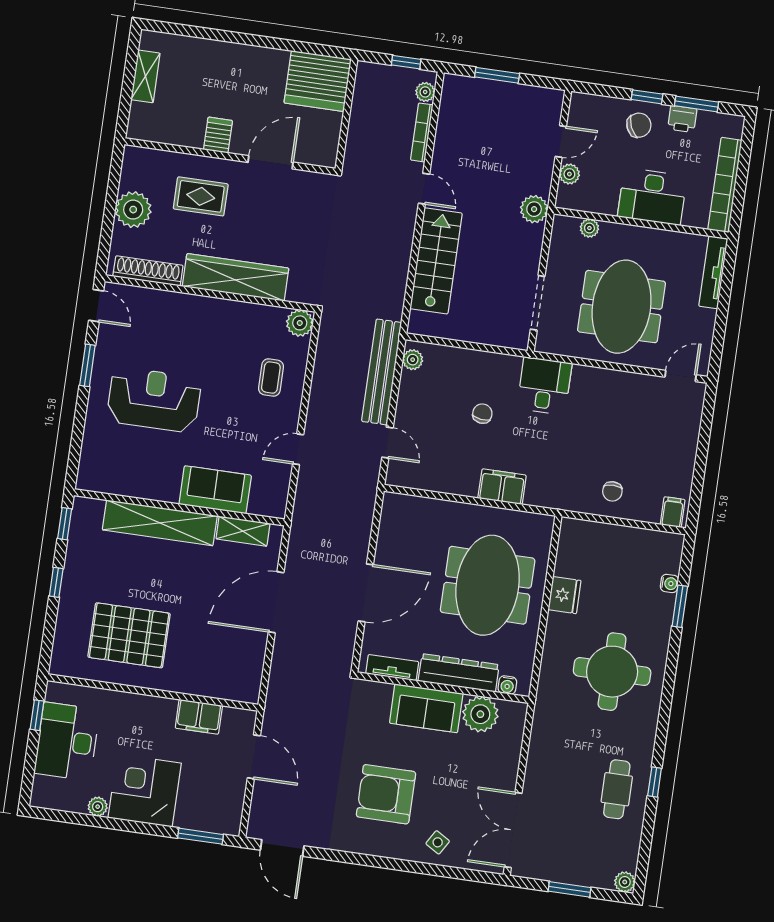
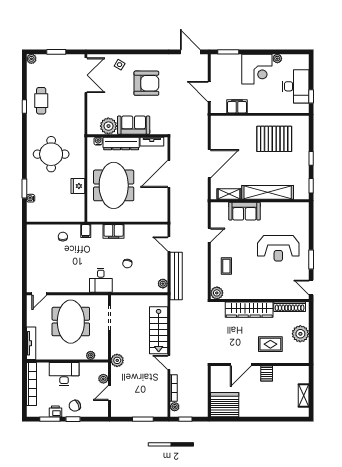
filing cabinet: (673, 512) -> (86, 231), moved

